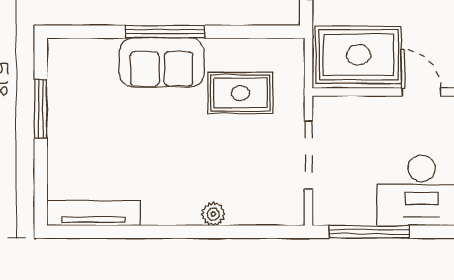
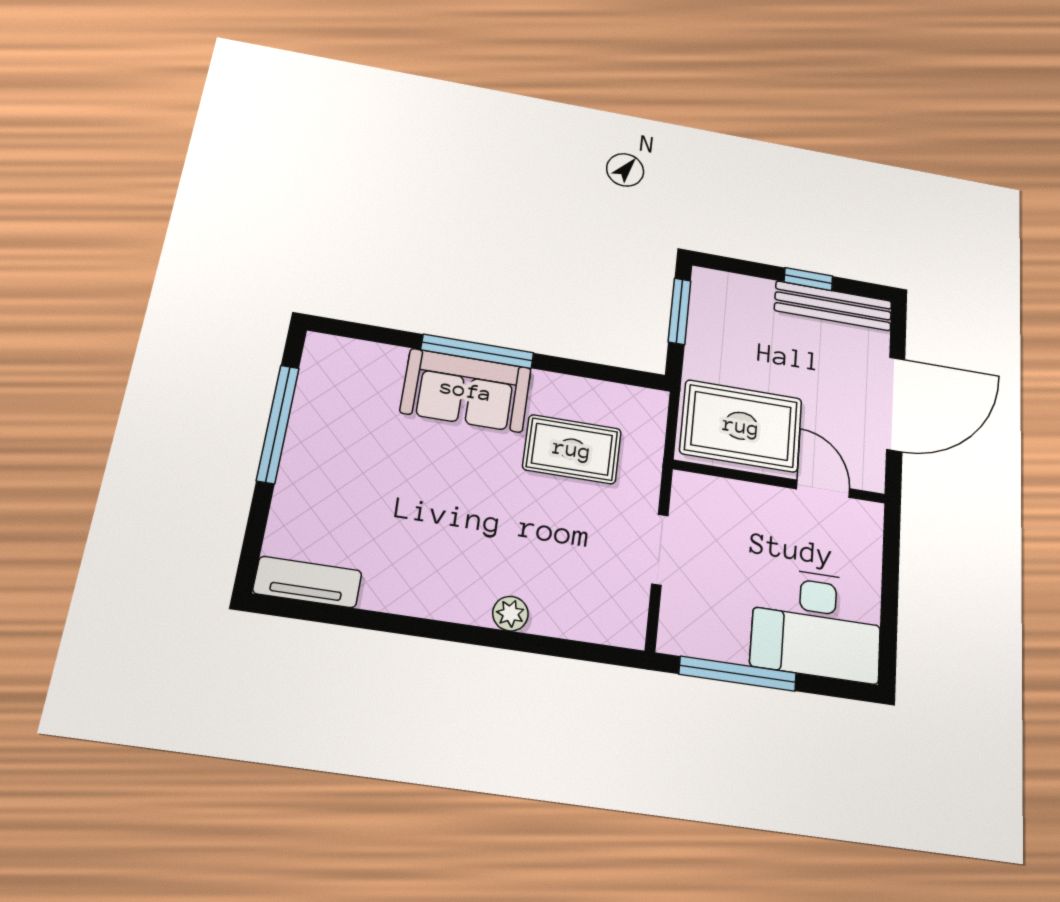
window: (41, 109) -> (278, 424), width x1.44
doorway: (309, 155) -> (660, 550), width x0.73
tv unit: (93, 213) -> (307, 582), width x0.71

